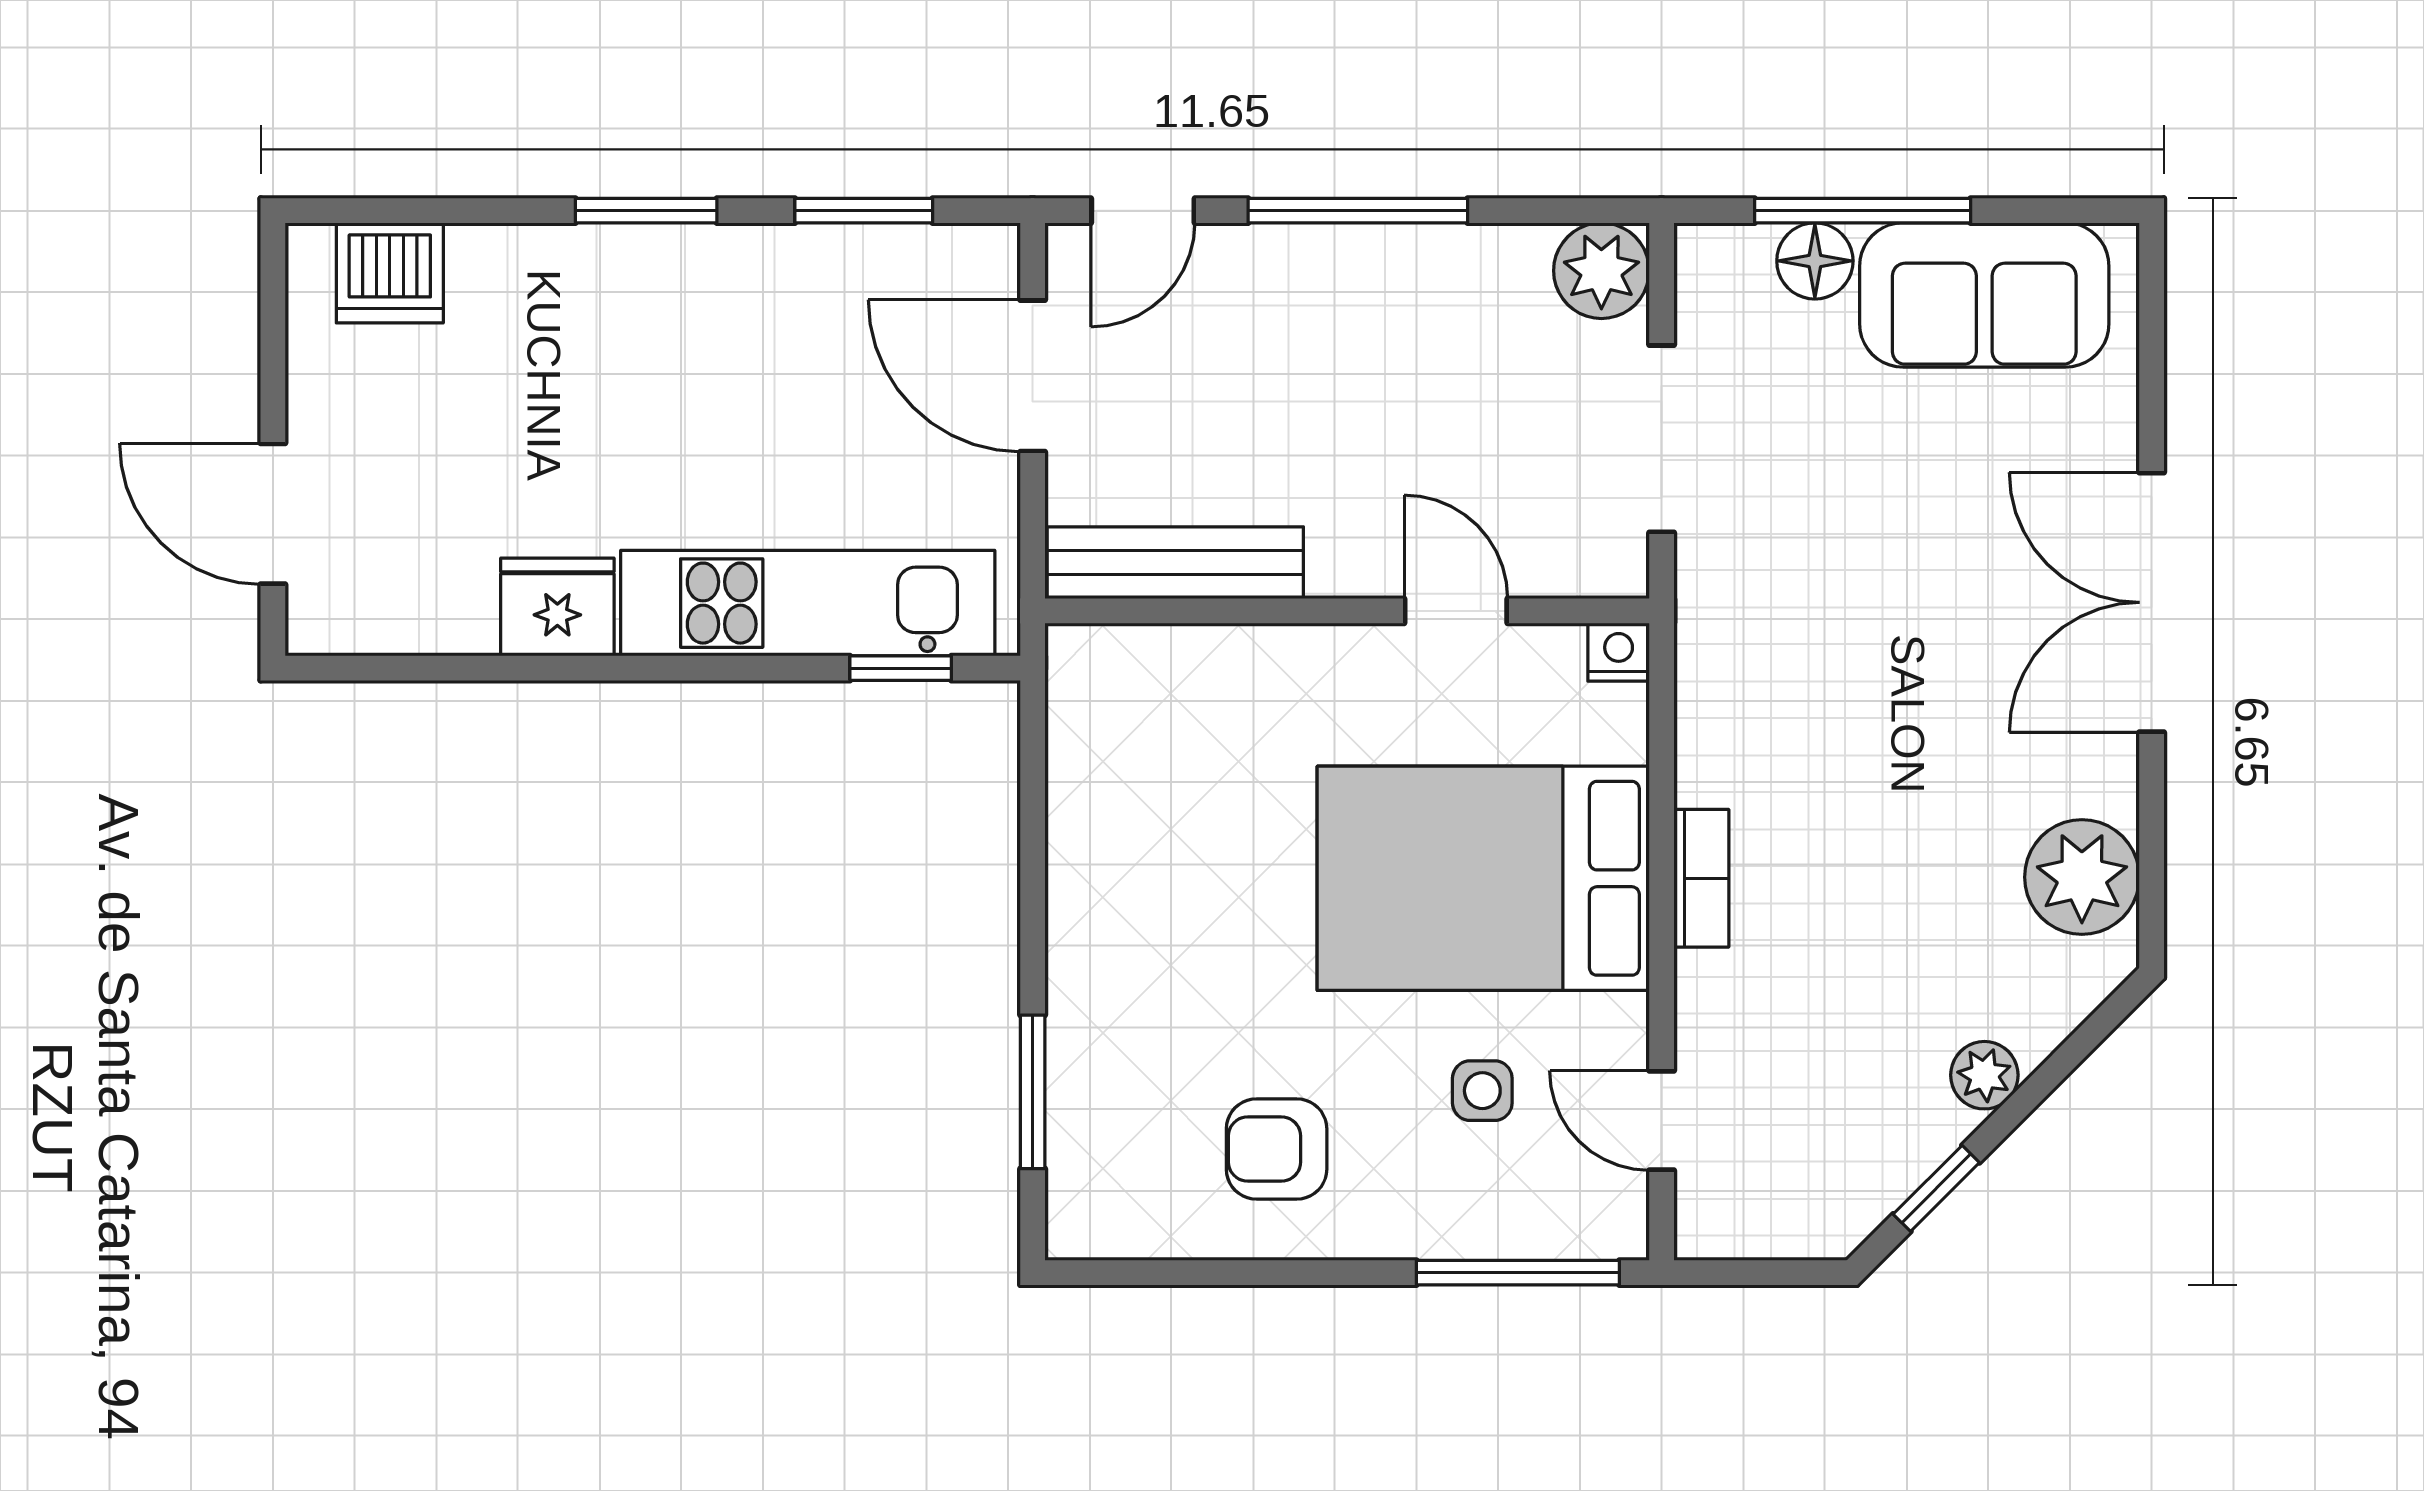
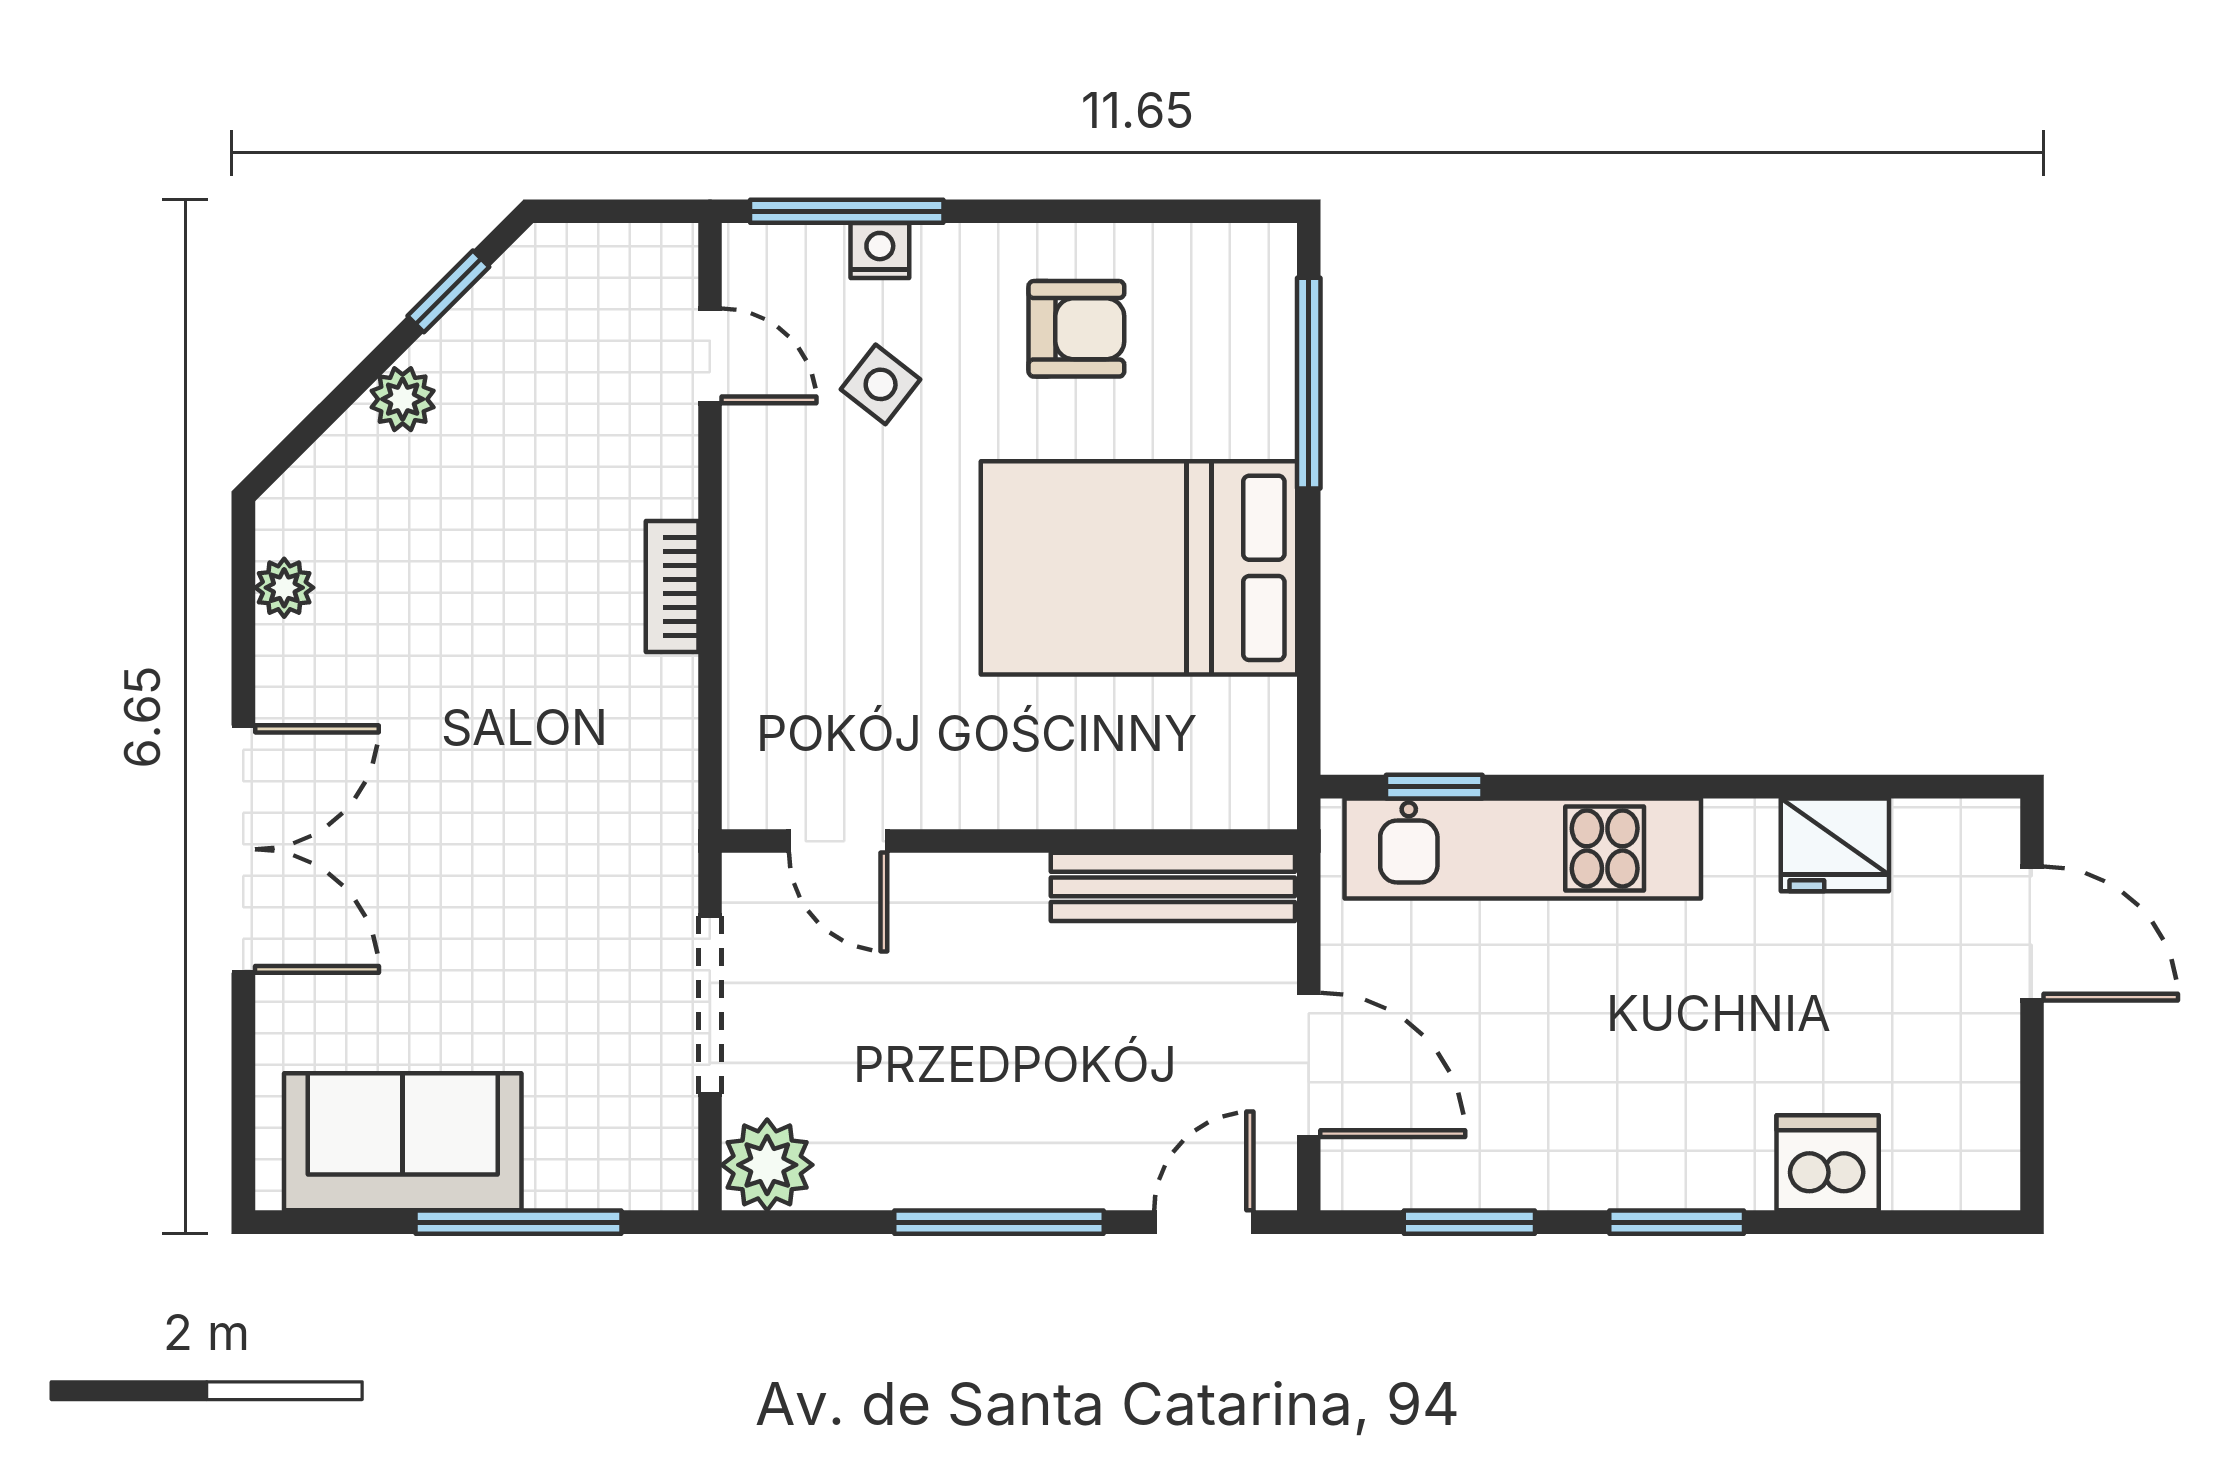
floor lamp: (1815, 261) -> (564, 1174), removed
dishwasher: (390, 273) -> (1828, 1163), moved
fridge: (557, 607) -> (1835, 845), moved
door: (1456, 611) -> (838, 841), moved
nightstand: (1619, 652) -> (880, 250), moved, turned 180
plant: (2082, 877) -> (284, 588), width x0.53, depth x0.53
bed: (1483, 878) -> (1139, 568), moved, turned 180
side table: (1482, 1091) -> (881, 384), turned 38
window: (1033, 1092) -> (1309, 383), width x1.44

